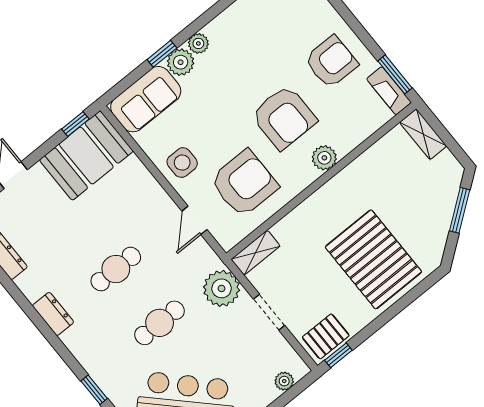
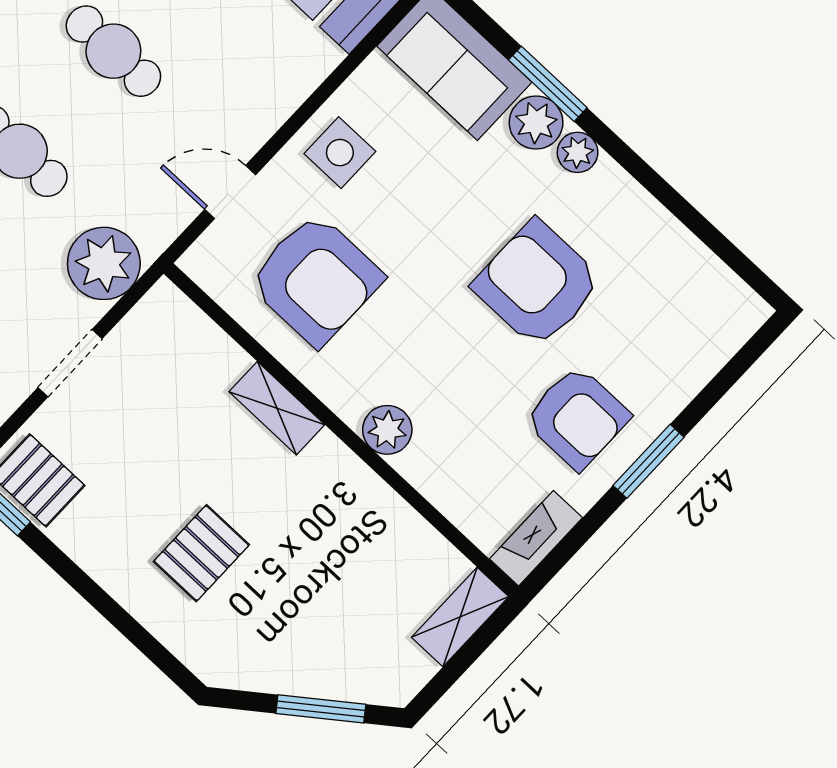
window: (162, 54) -> (548, 84), width x1.50
window: (395, 74) -> (648, 461), moved
armchair: (284, 117) -> (537, 284), moved, turned 90
shelving: (256, 253) -> (277, 408), moved
pallet: (373, 259) -> (201, 553), width x0.49, depth x0.50

